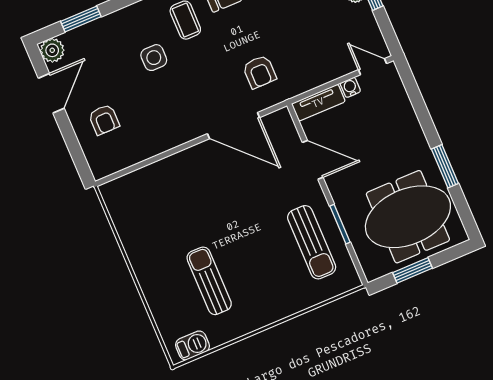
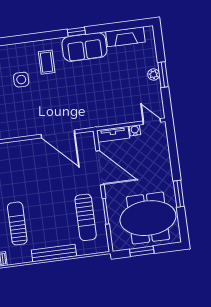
armchair: (259, 72) -> (83, 106), removed
door: (313, 160) -> (100, 168), width x1.36
bench: (278, 311) -> (54, 253), added

